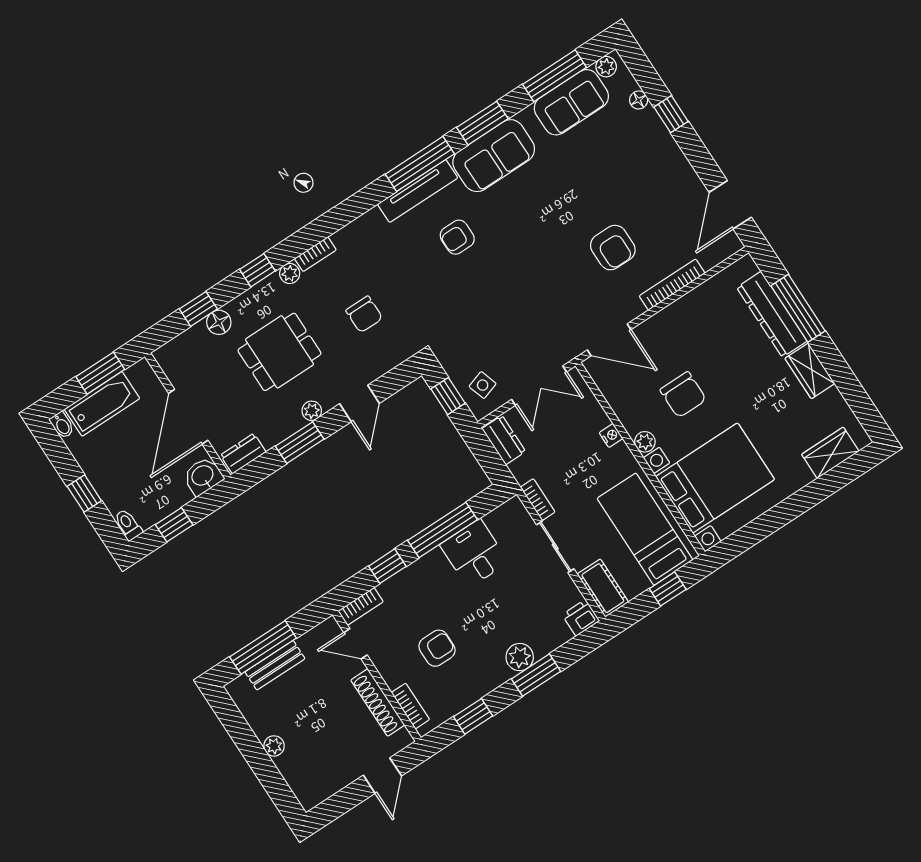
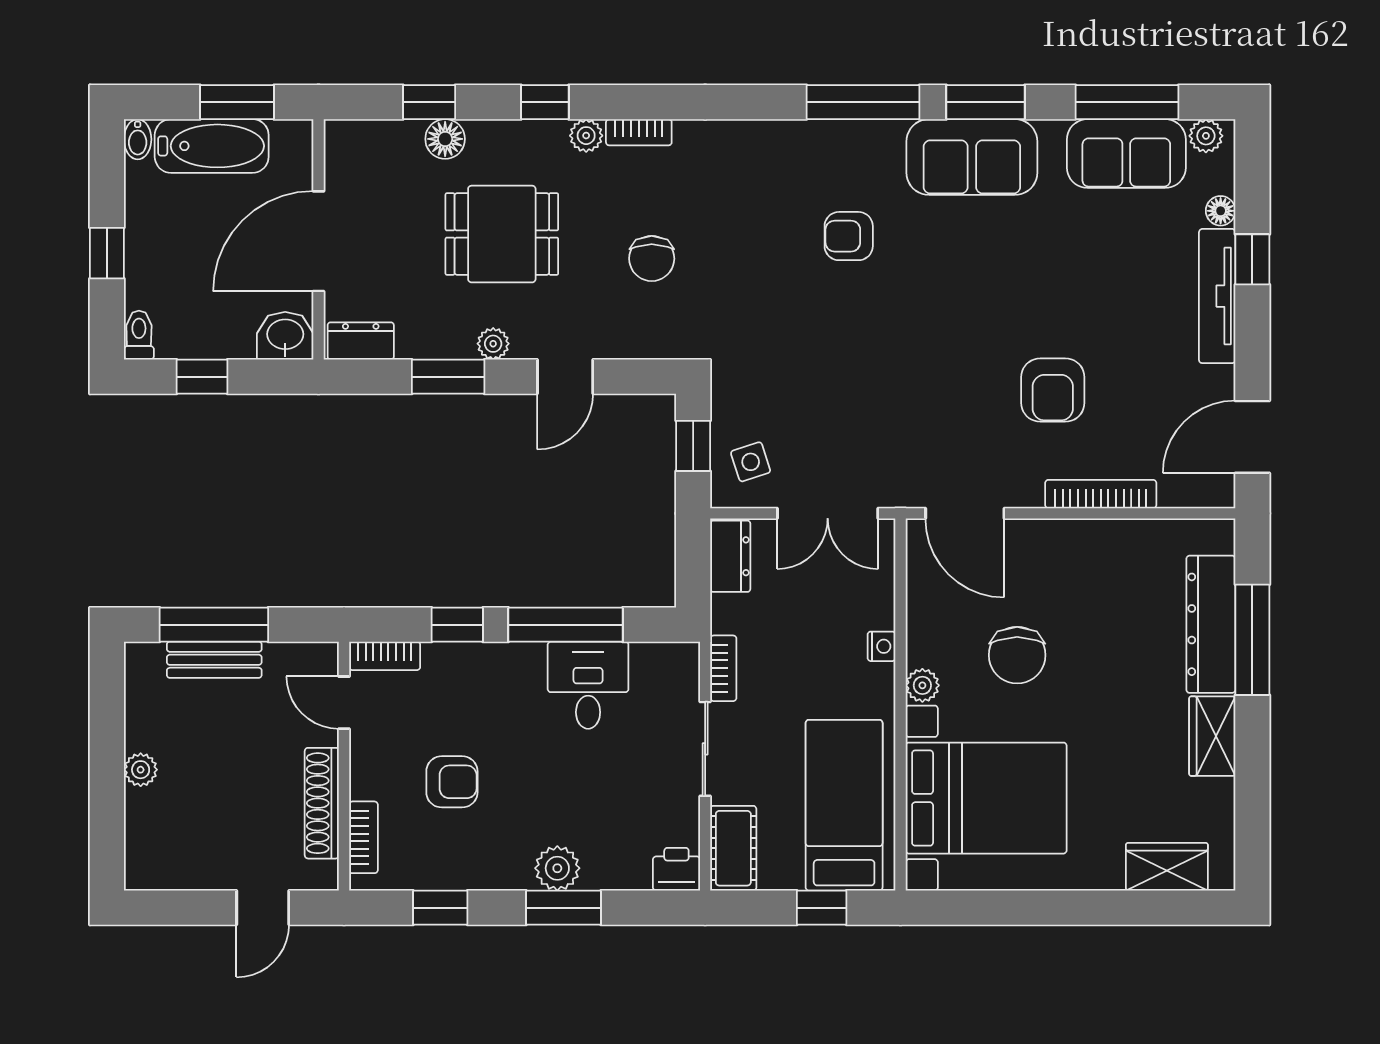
tv unit: (418, 191) -> (1217, 296), moved, turned 90

